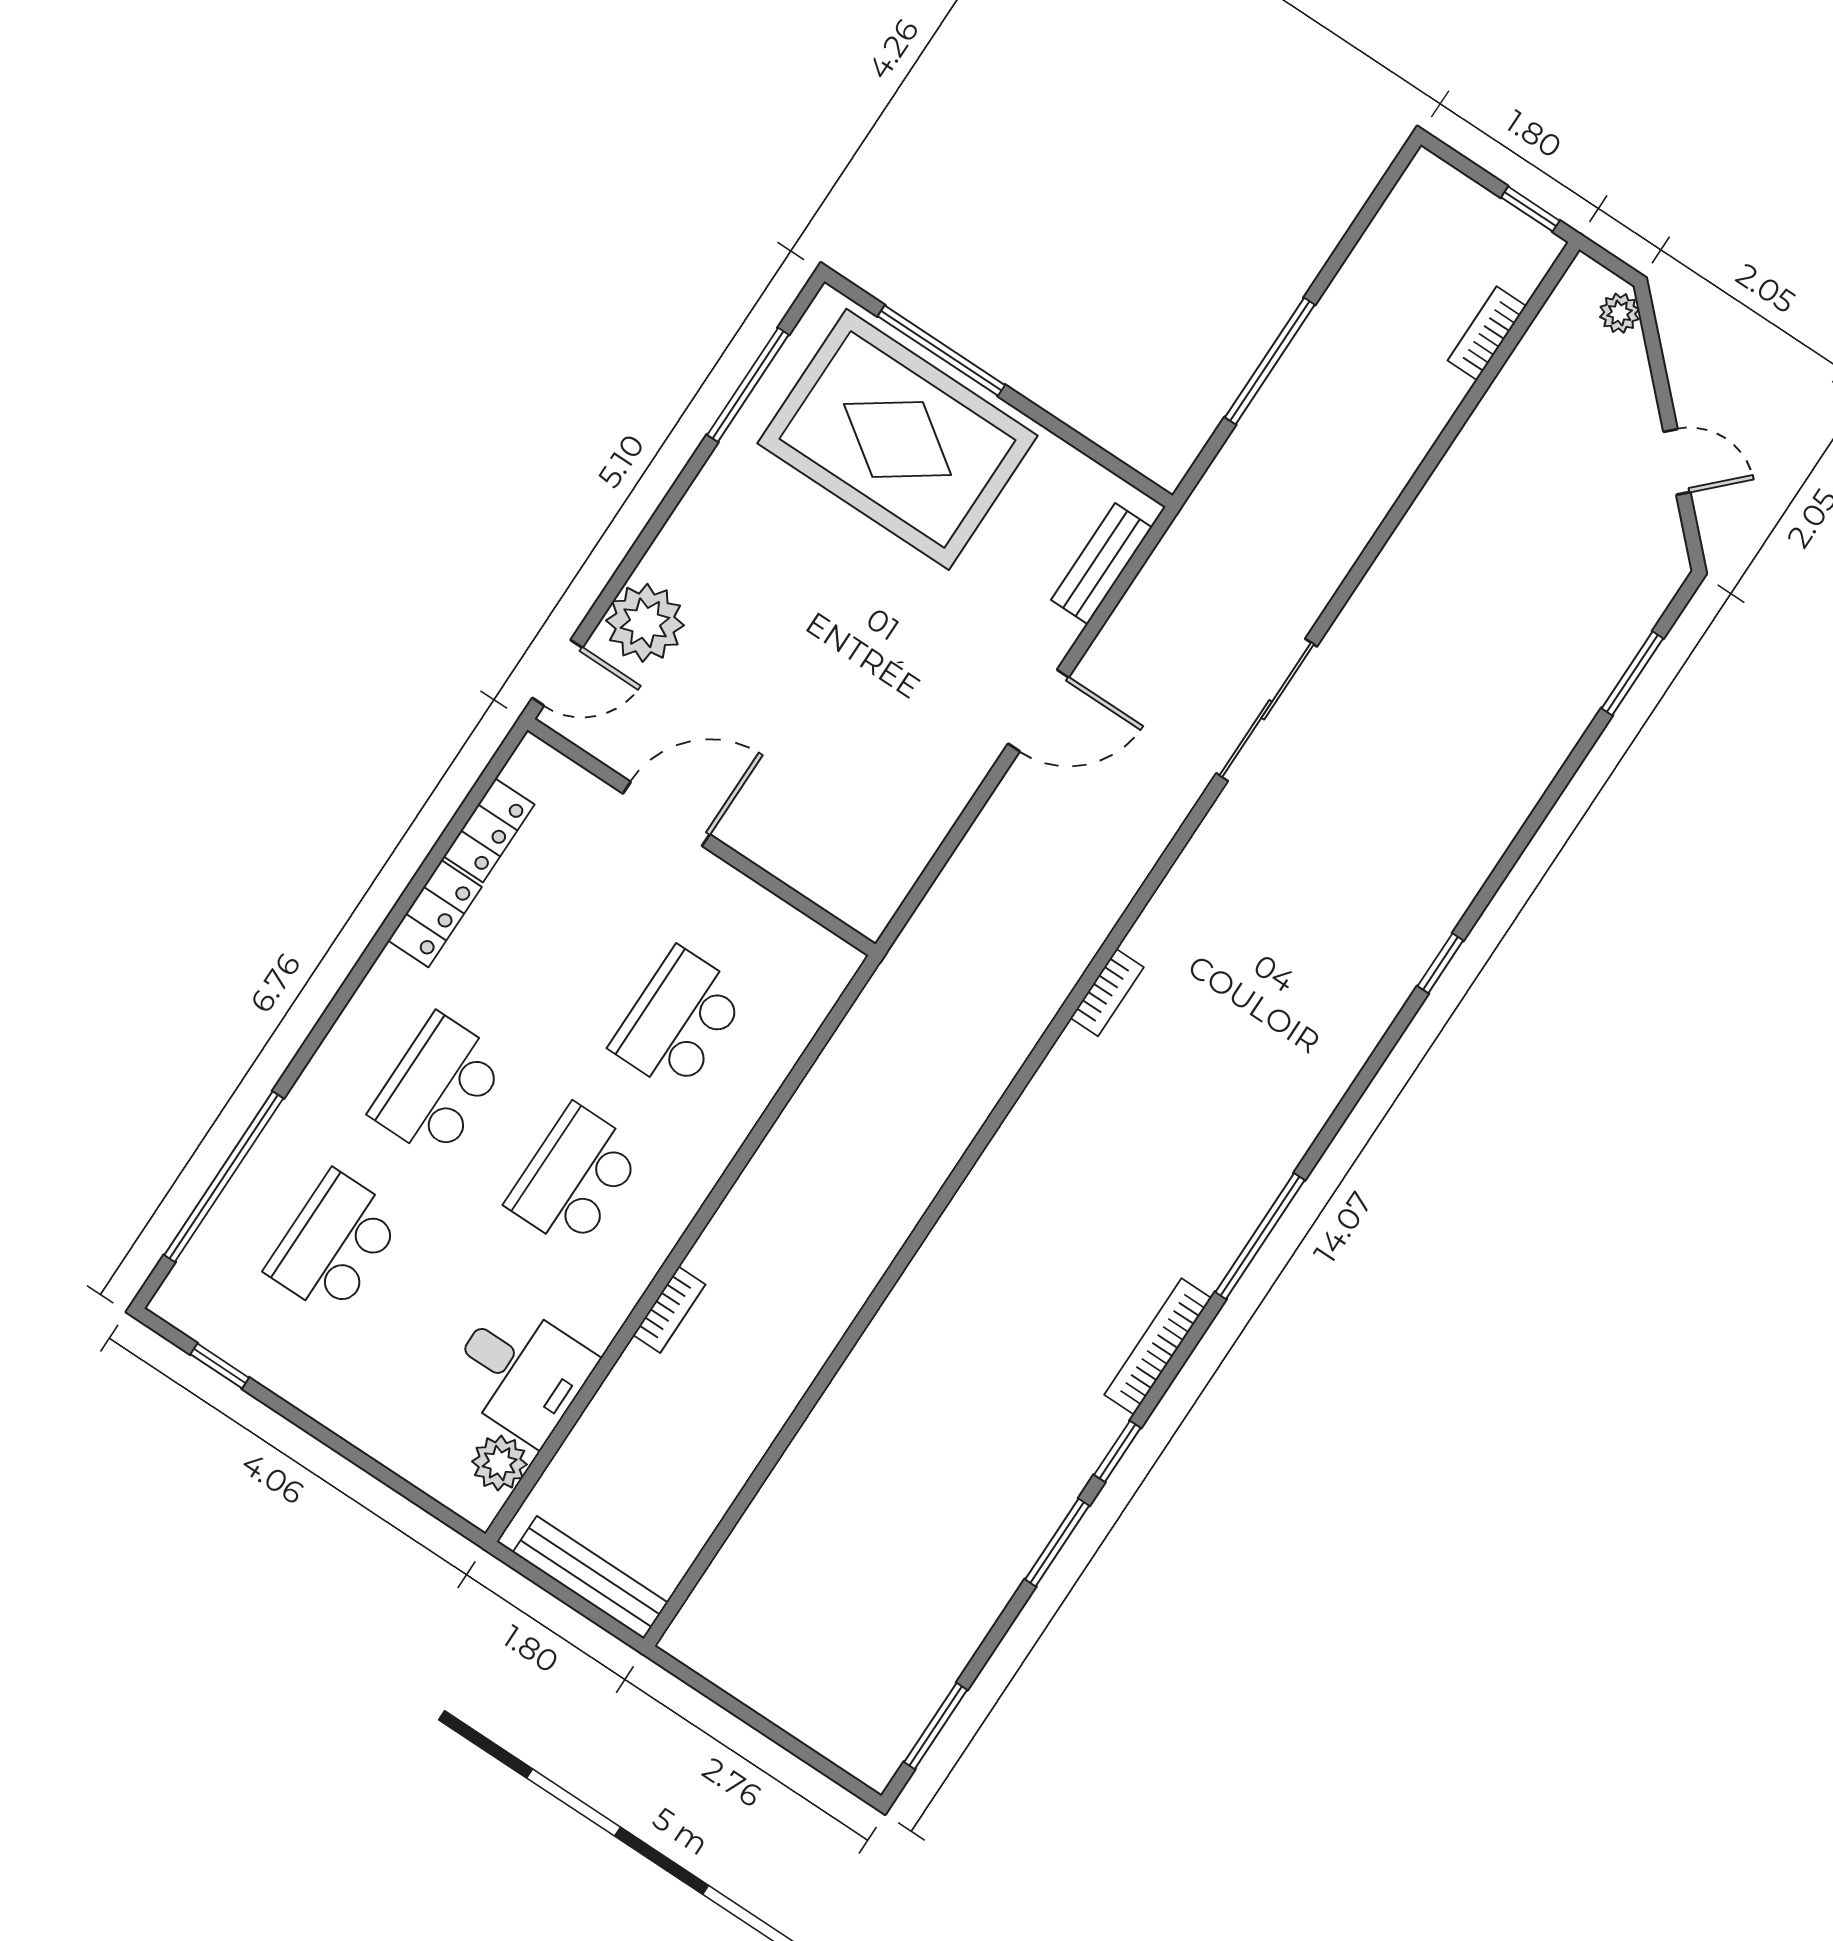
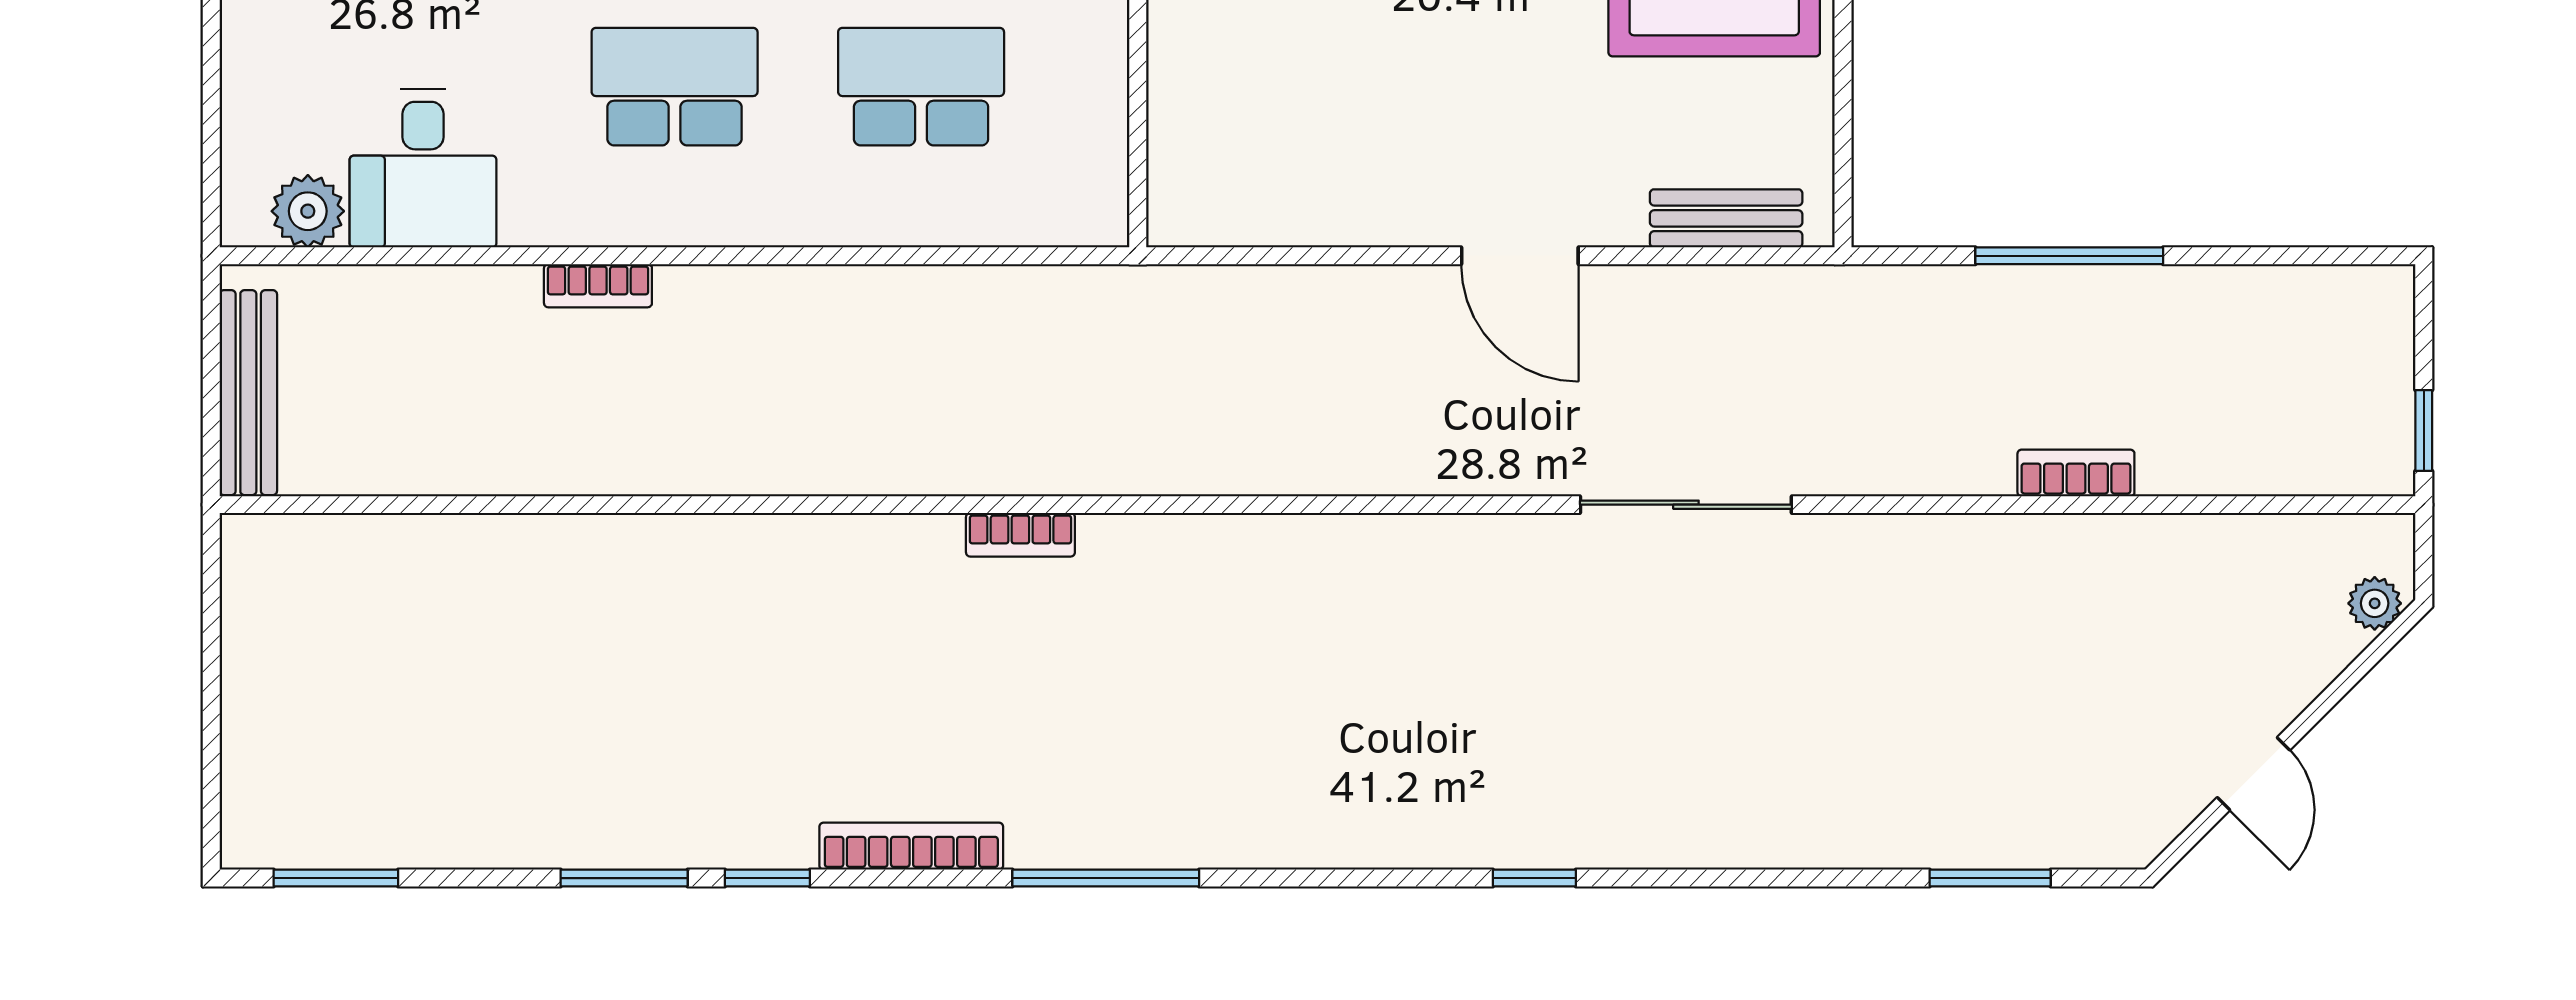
bookcase: (1487, 333) -> (2076, 473), moved
bookcase: (1107, 993) -> (1020, 535), moved

